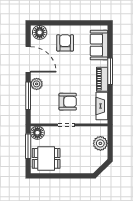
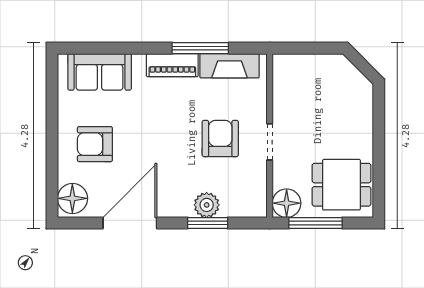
window: (110, 71) -> (200, 48), moved
plant: (37, 84) -> (207, 205), moved
window: (28, 96) -> (208, 223), width x0.69
plant: (100, 143) -> (309, 69), removed
dining table: (46, 158) -> (341, 185), turned 90

